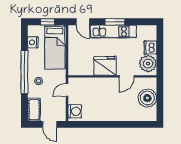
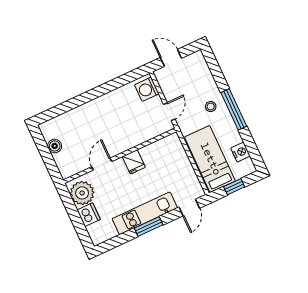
door: (83, 22) -> (189, 208), swing flipped
fridge: (105, 66) -> (134, 162), width x0.53, depth x0.75
window: (24, 72) -> (234, 109), width x0.68
boiler: (147, 98) -> (55, 146), width x0.54, depth x0.54
cot: (34, 110) -> (200, 67), removed

